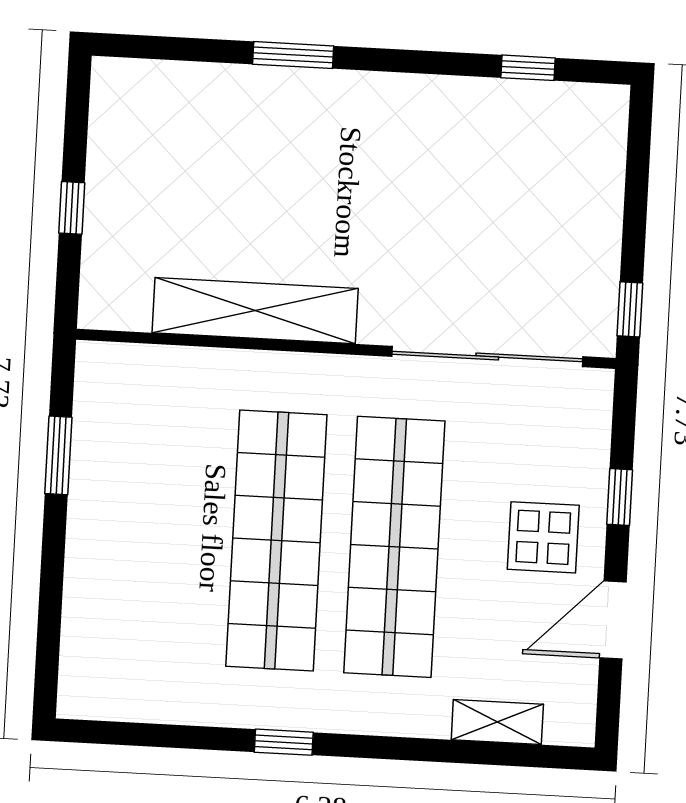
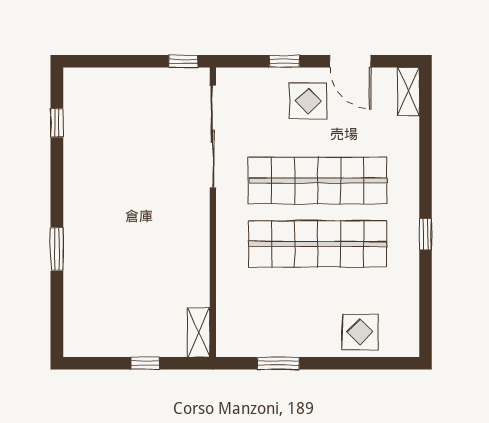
shelving: (255, 311) -> (199, 332), moved, width x0.45, depth x0.75
display table: (108, 611) -> (360, 332), added
shelving: (497, 722) -> (408, 92), moved

